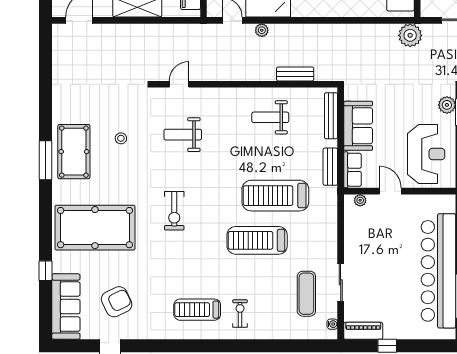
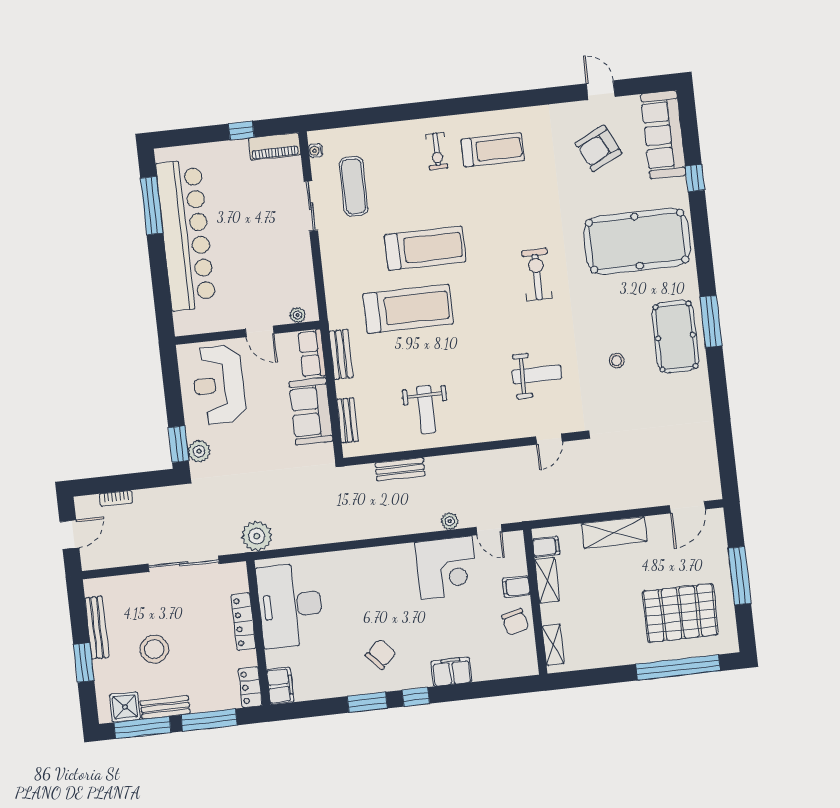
bench: (331, 116) -> (348, 420), width x0.73
weight bench: (270, 117) -> (426, 409), turned 90

